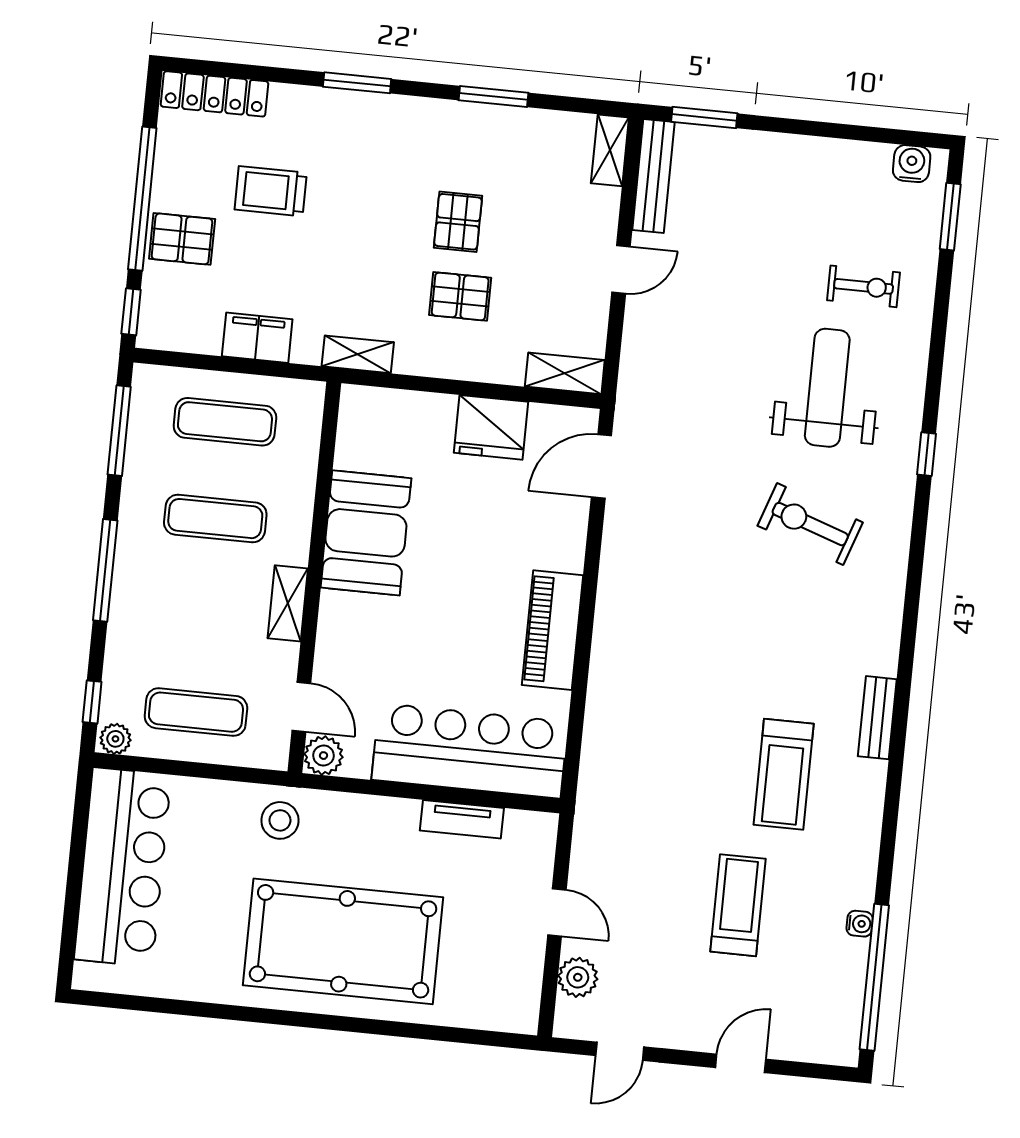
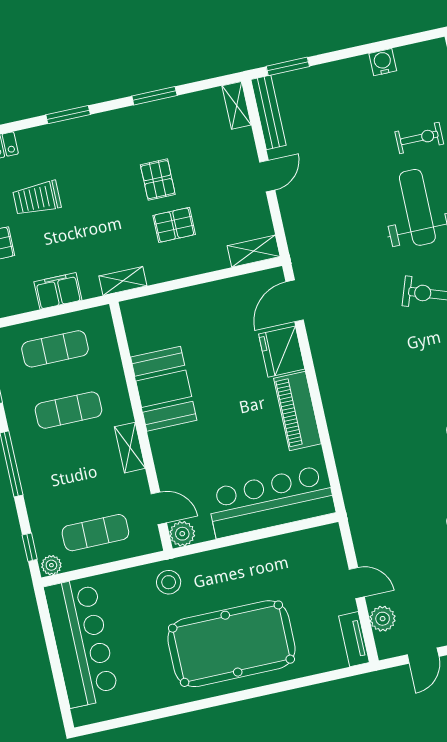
water cooler: (912, 164) -> (383, 62), moved
fridge: (491, 427) -> (282, 352), moved, turned 90
tv unit: (462, 819) -> (354, 639), moved, turned 90

